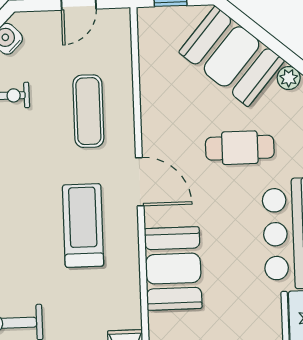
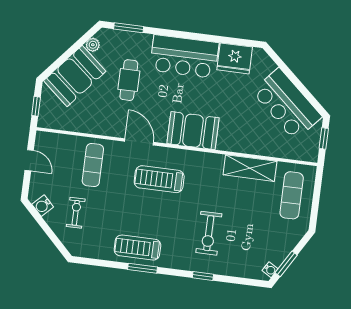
exercise mat: (88, 111) -> (93, 165), turned 90
door: (140, 182) -> (139, 142), hinge flipped

